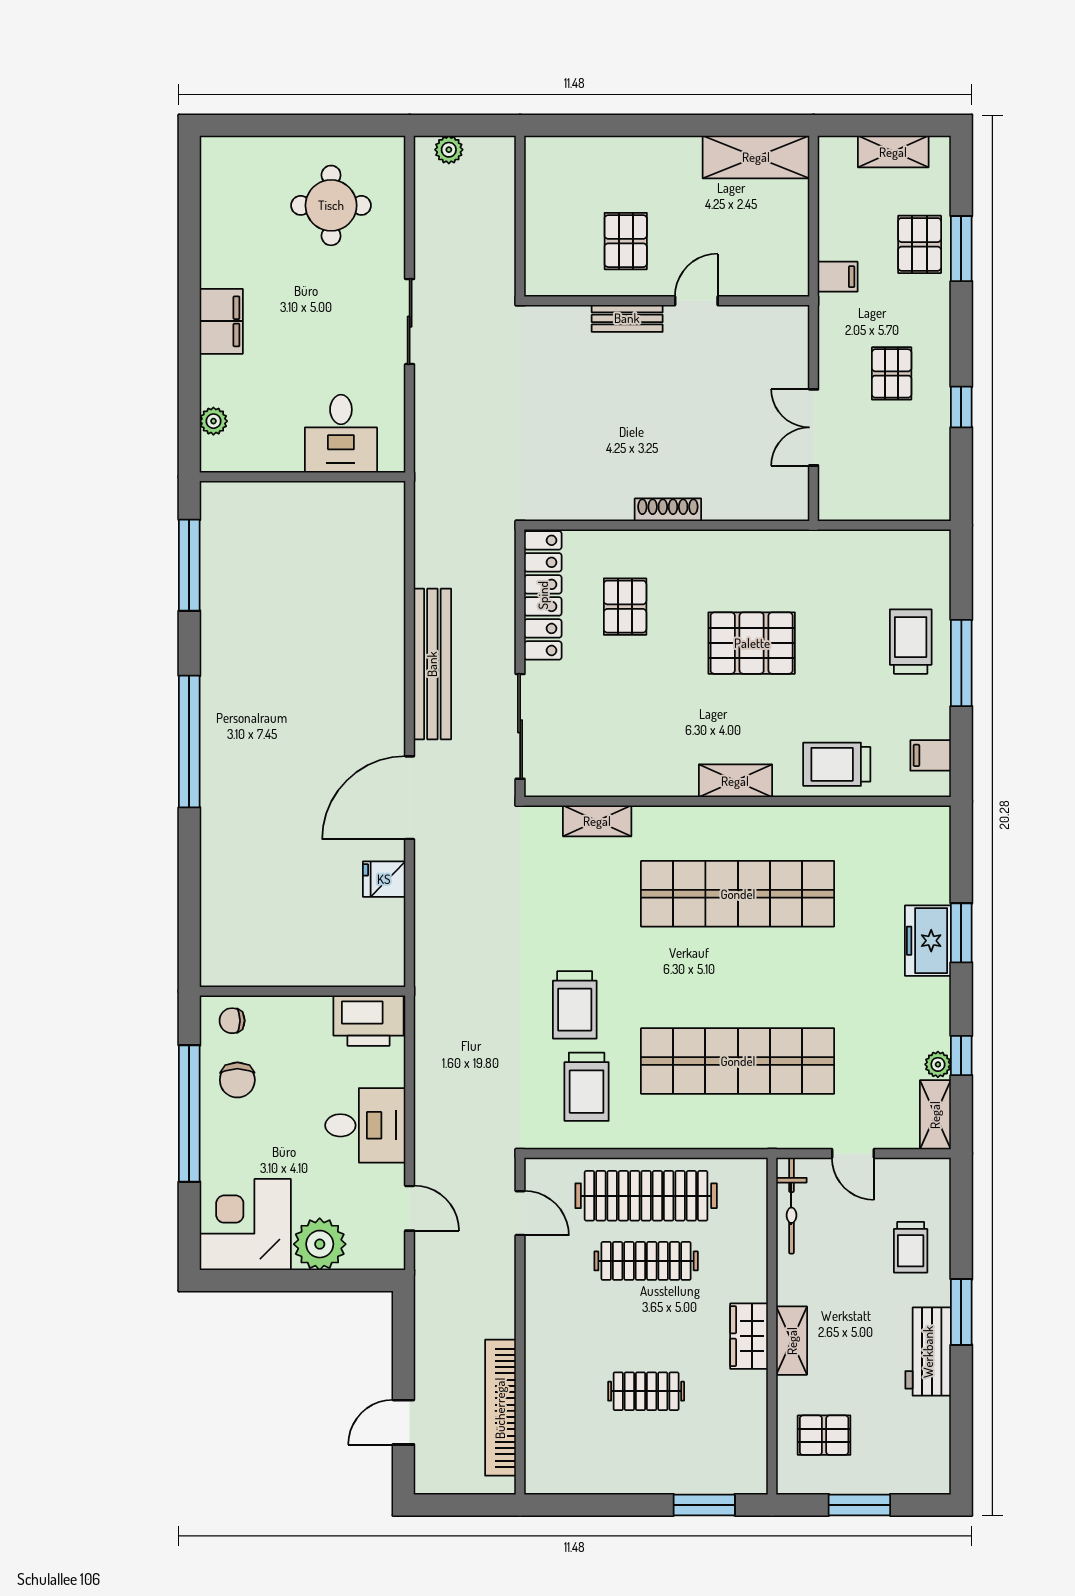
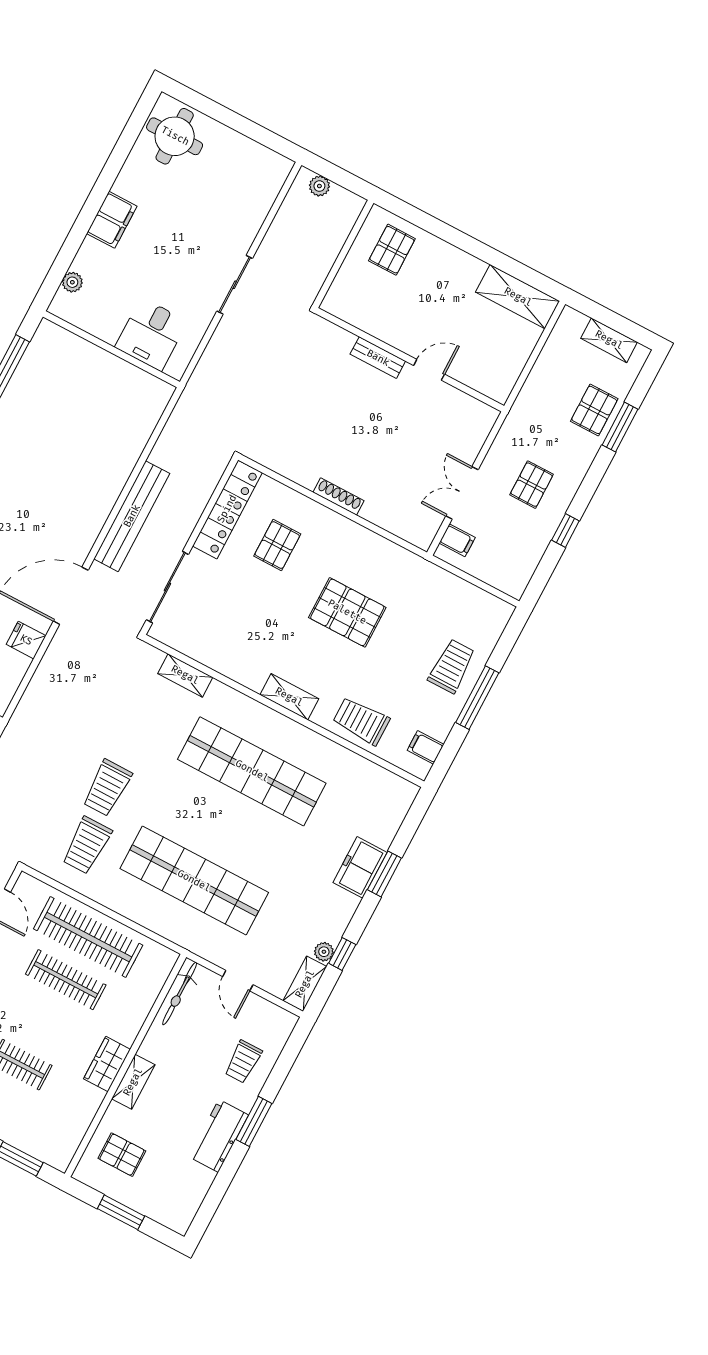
round table: (331, 205) -> (175, 136), moved
pallet: (626, 241) -> (392, 250), moved
filing cabinet: (838, 277) -> (457, 540), moved

